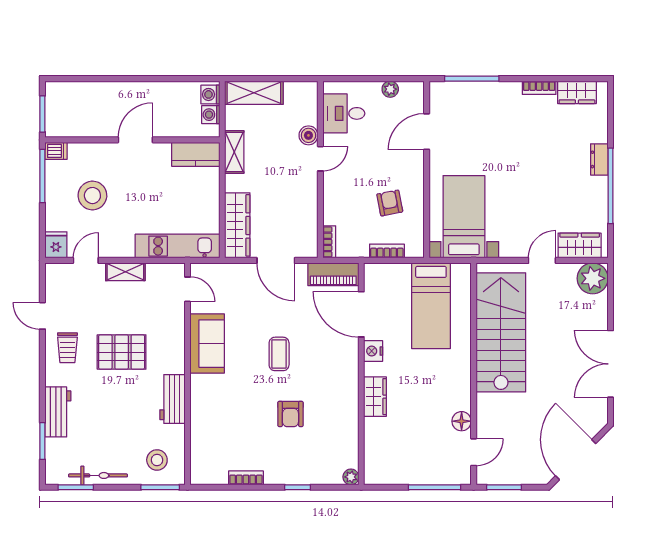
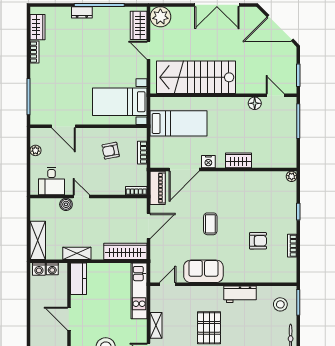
coffee table: (279, 354) -> (210, 224), turned 90
armchair: (290, 414) -> (258, 241), moved

